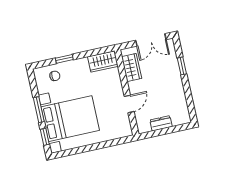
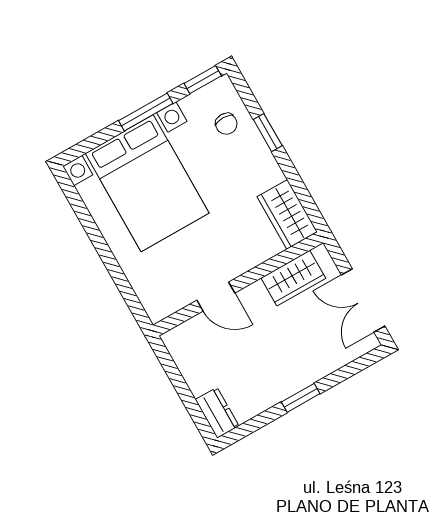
window: (182, 66) -> (301, 398), moved
dresser: (161, 123) -> (217, 413), moved
window: (45, 137) -> (203, 80), moved

